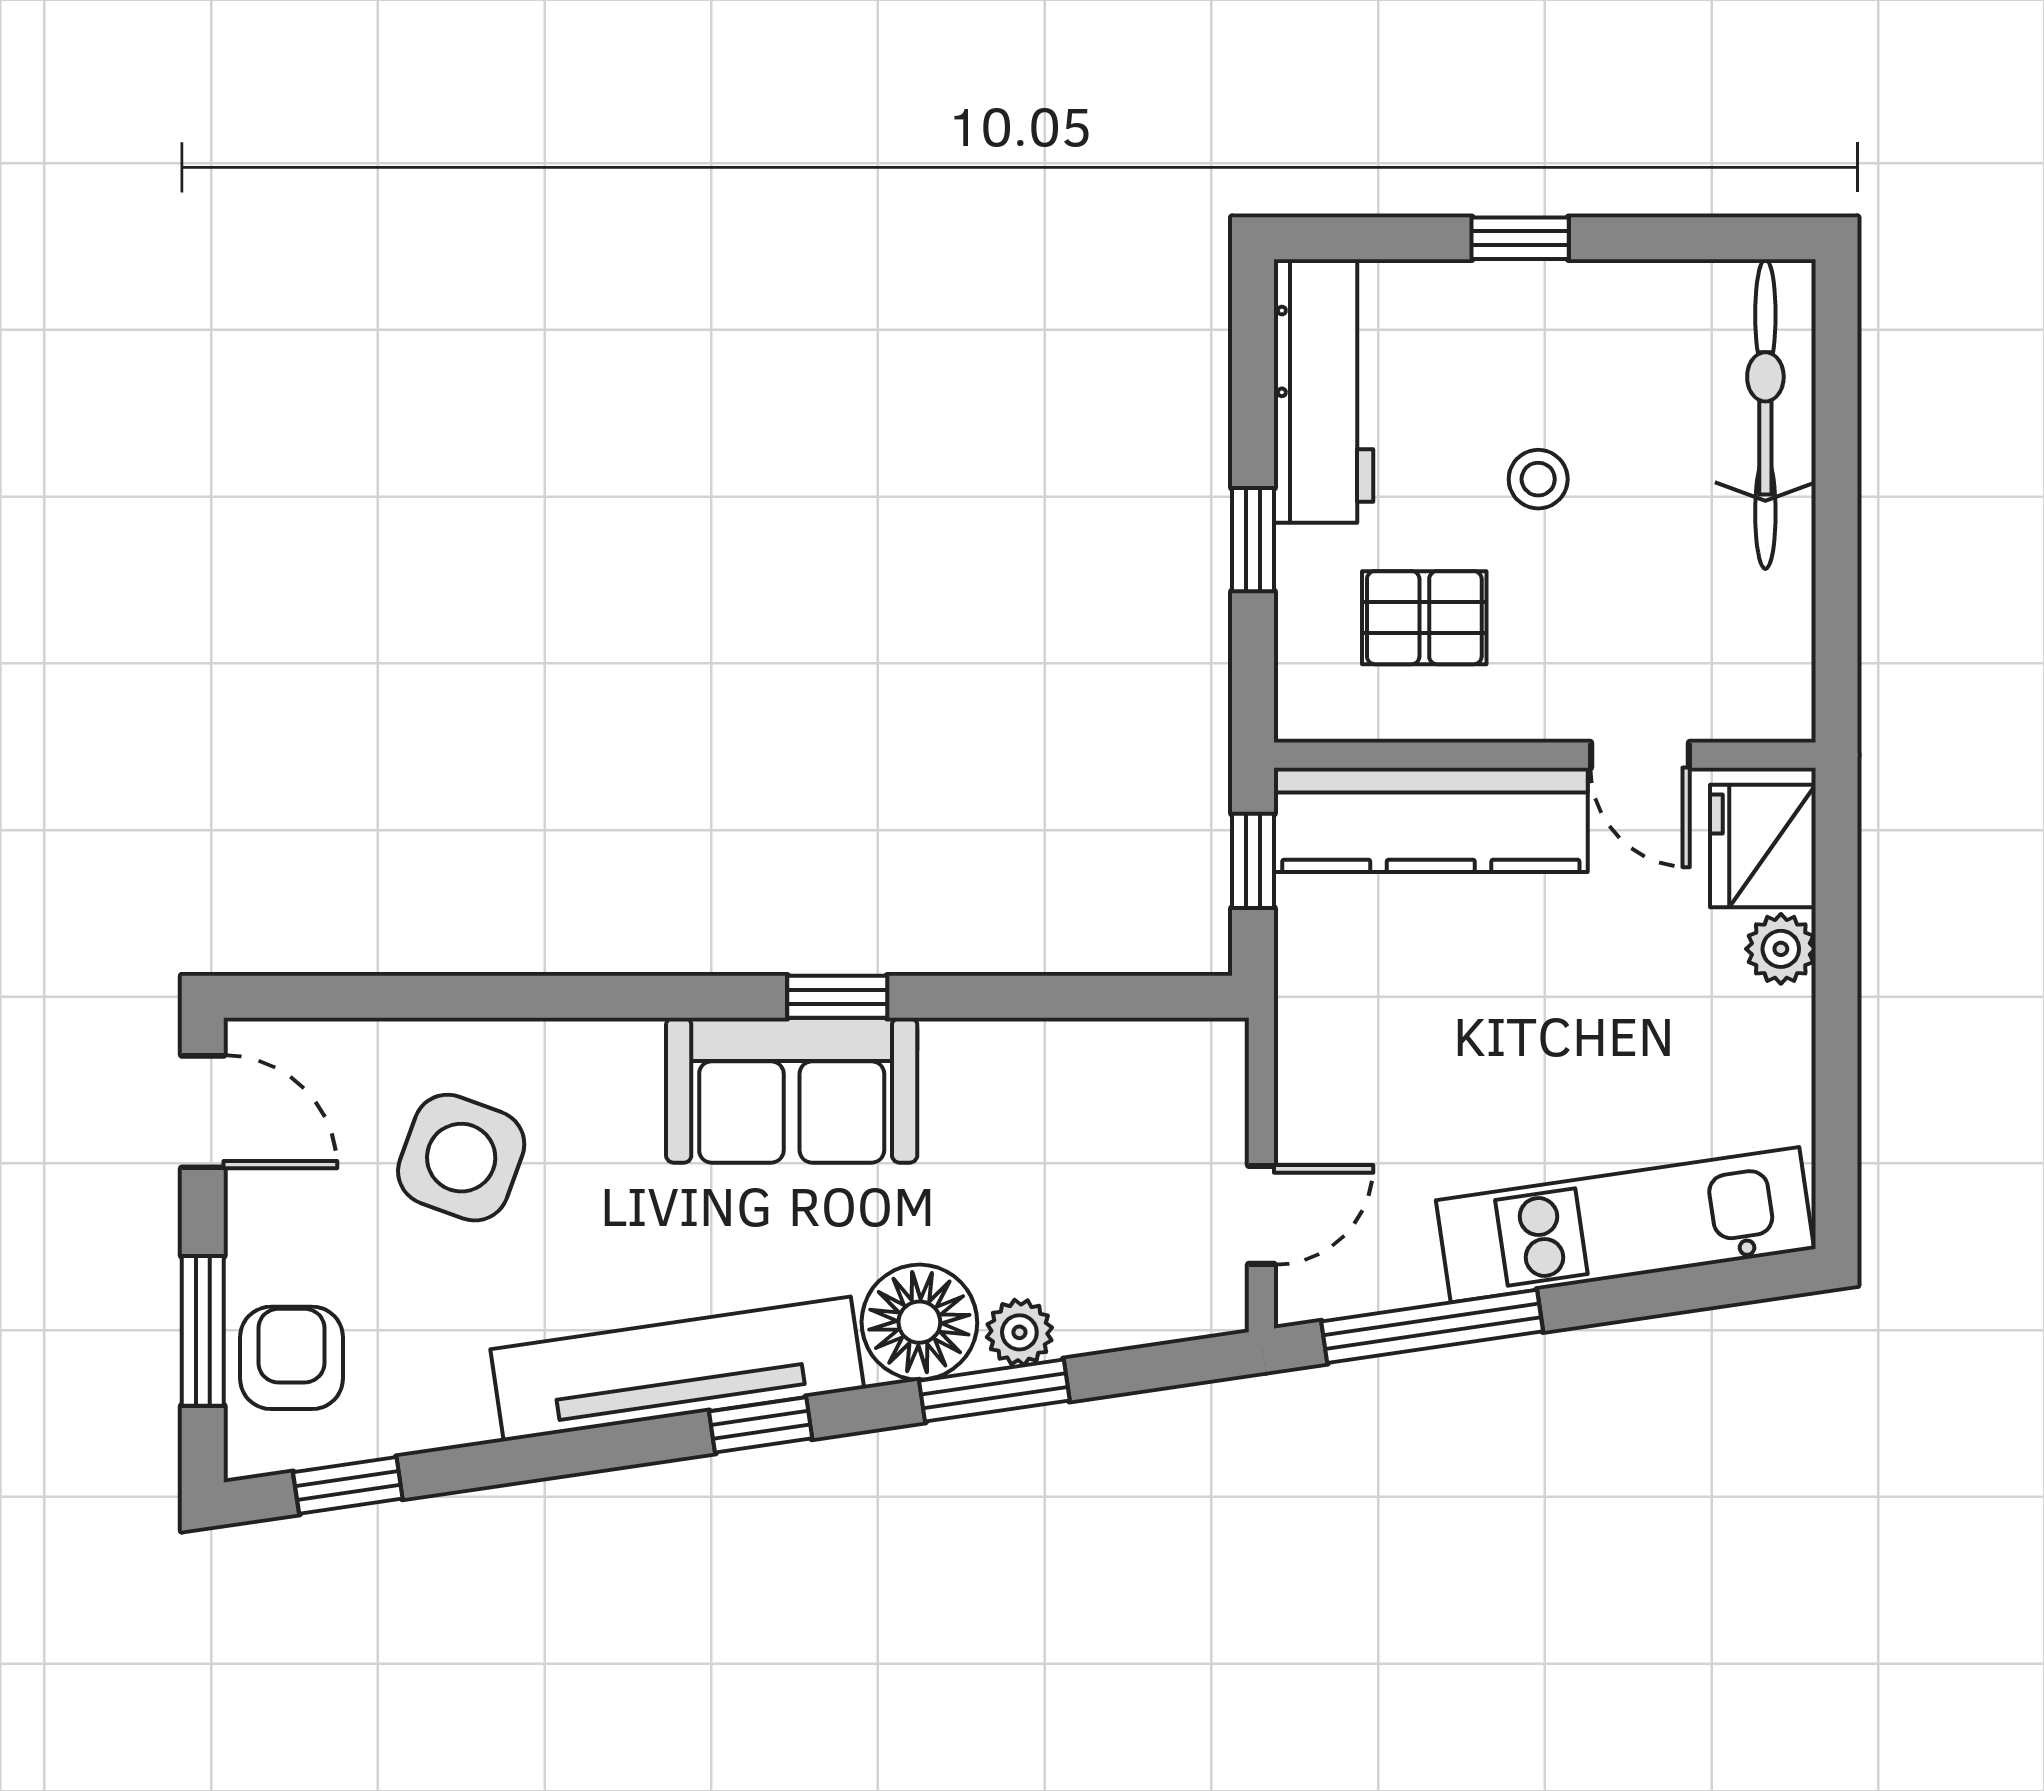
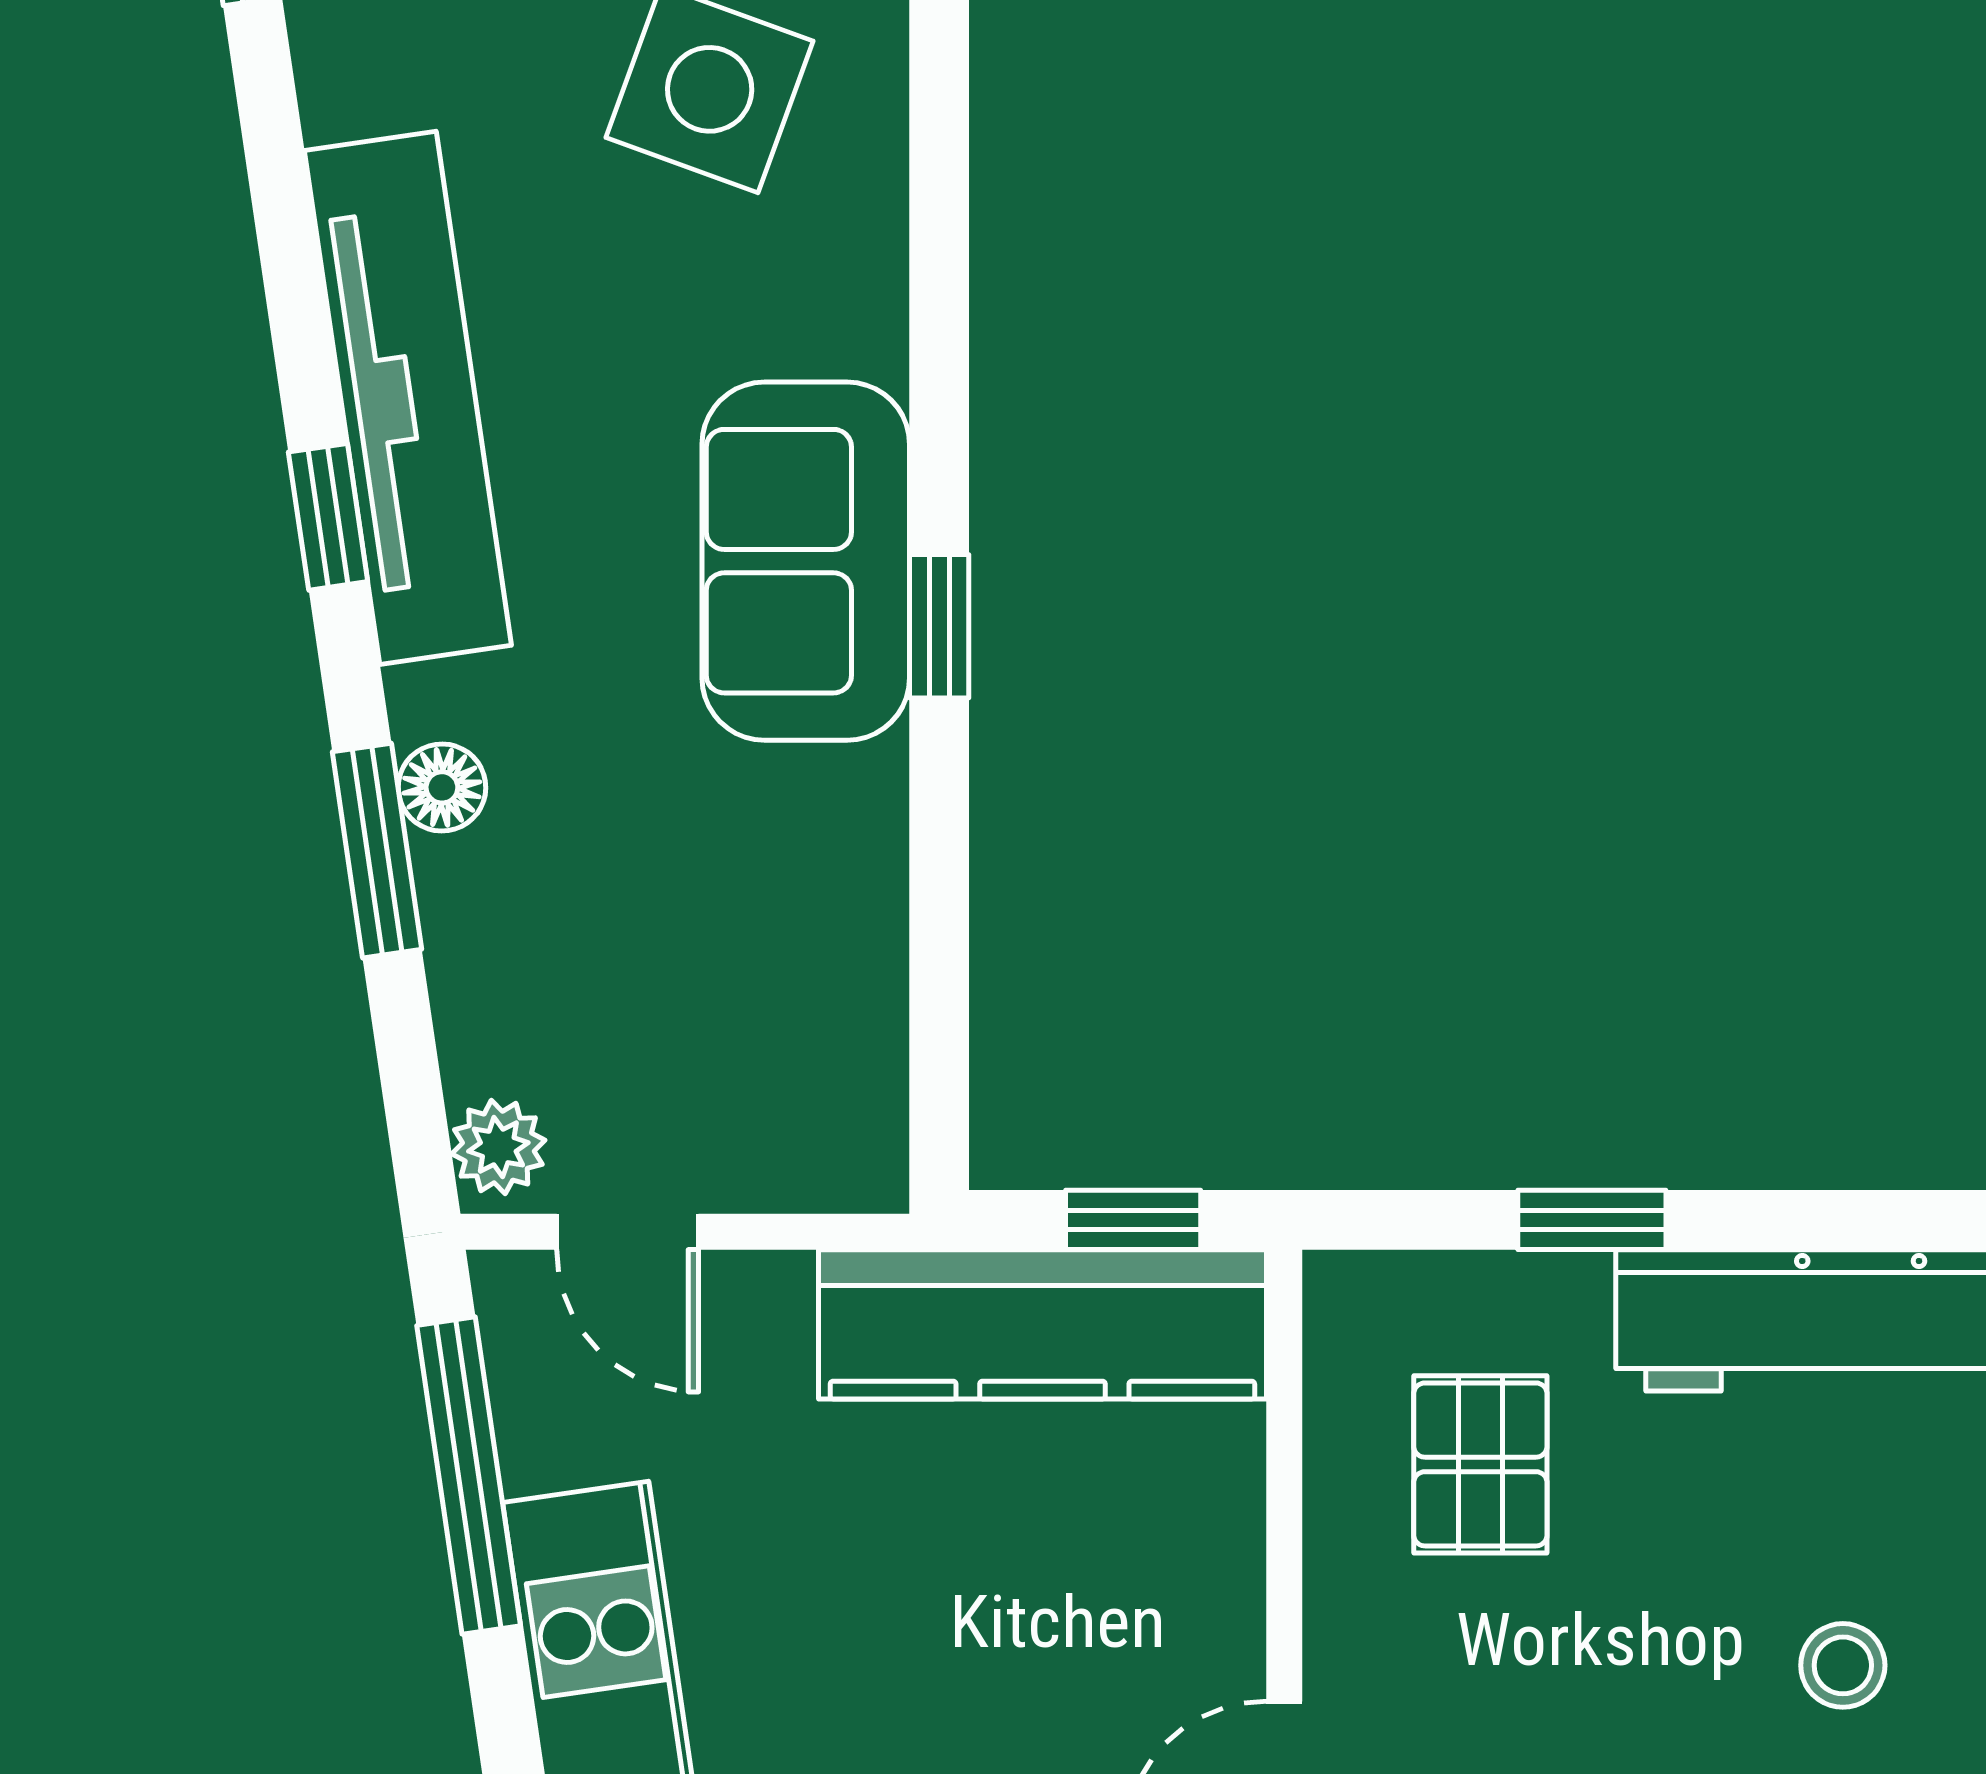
stool: (1538, 479) -> (1843, 1665), moved
kitchen counter: (1431, 820) -> (1042, 1324), moved, turned -90
floor lamp: (919, 1322) -> (442, 787), width x0.53, depth x0.53
plant: (1019, 1332) -> (498, 1147), moved

